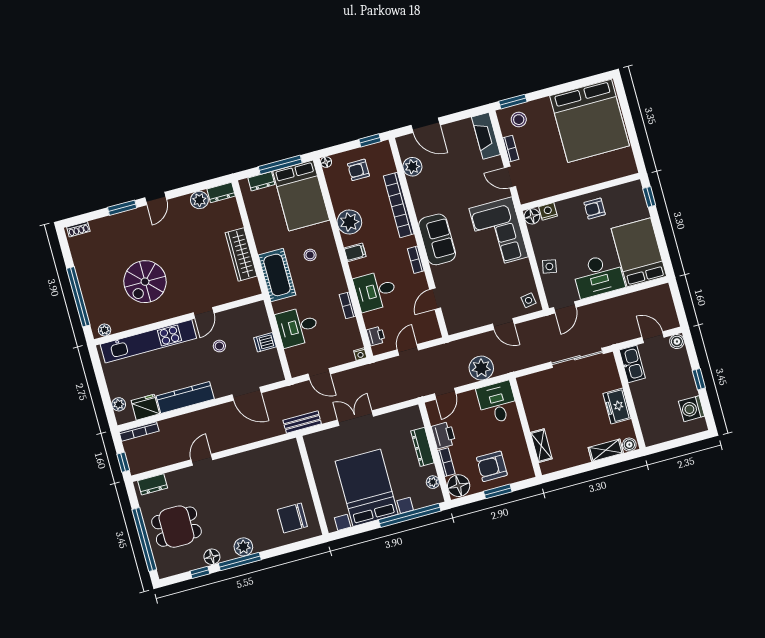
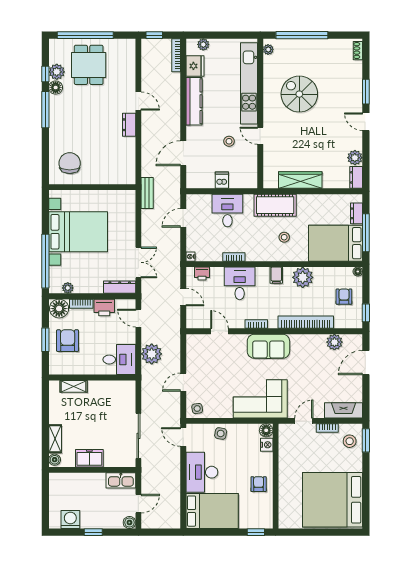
double door: (355, 418) -> (138, 262), moved
dresser: (422, 447) -> (120, 287), moved
dresser: (153, 484) -> (129, 125), moved
plant: (243, 547) -> (57, 72), moved

